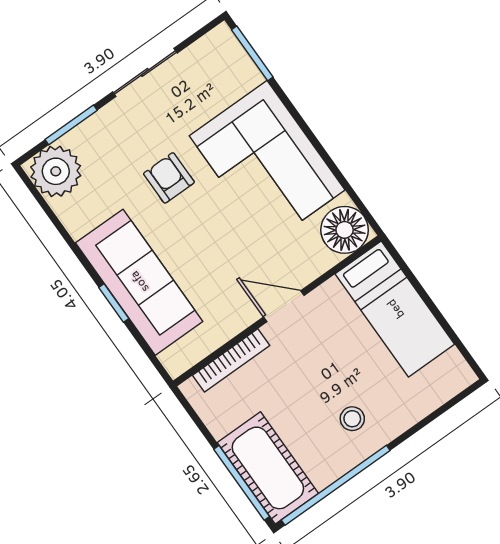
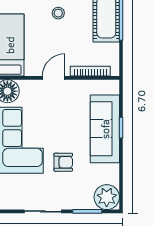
armchair: (169, 178) -> (63, 162), turned -90
door: (284, 306) -> (54, 78), swing flipped

